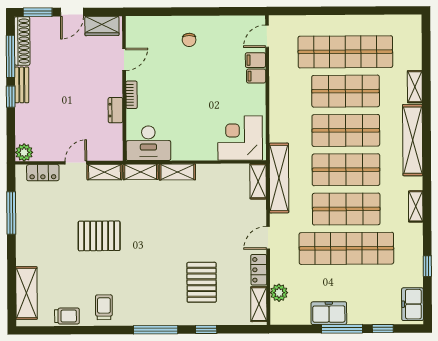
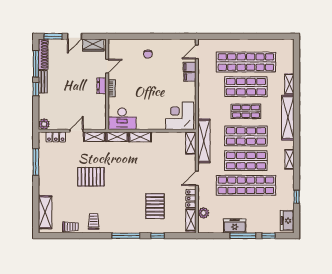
dresser: (115, 110) -> (102, 86), moved
shop shelf: (346, 130) -> (246, 111), width x0.70, depth x0.74

